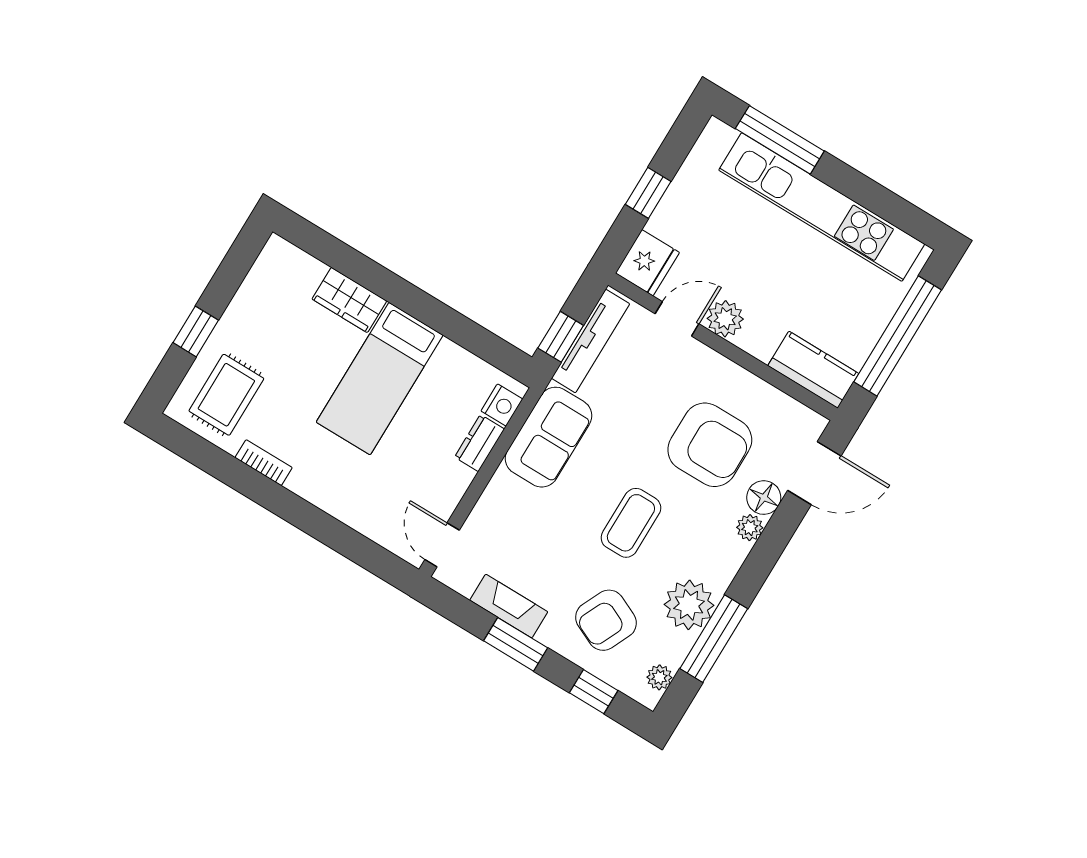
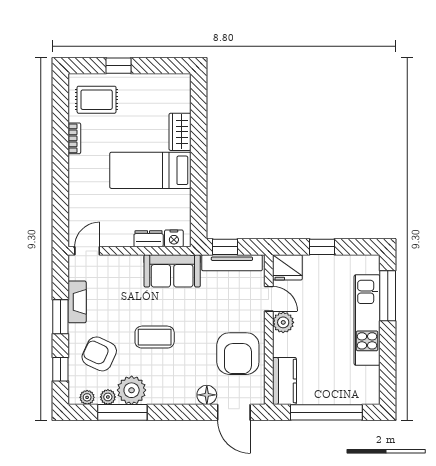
kitchen unit: (822, 207) -> (367, 320), width x0.73
armchair: (710, 445) -> (238, 354), moved
plant: (750, 528) -> (108, 397), moved

